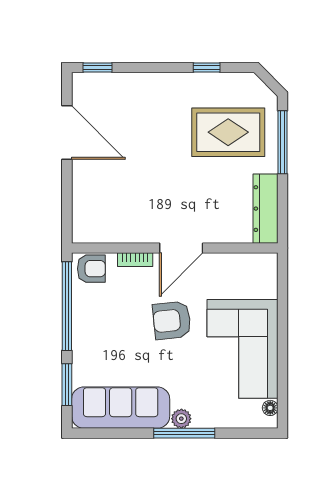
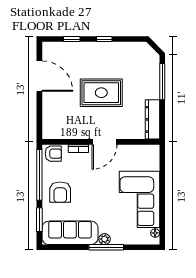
window: (97, 68) -> (72, 39), moved
window: (207, 68) -> (104, 39), moved
rug: (228, 132) -> (101, 93), moved
armchair: (172, 320) -> (60, 192), moved, turned -84

